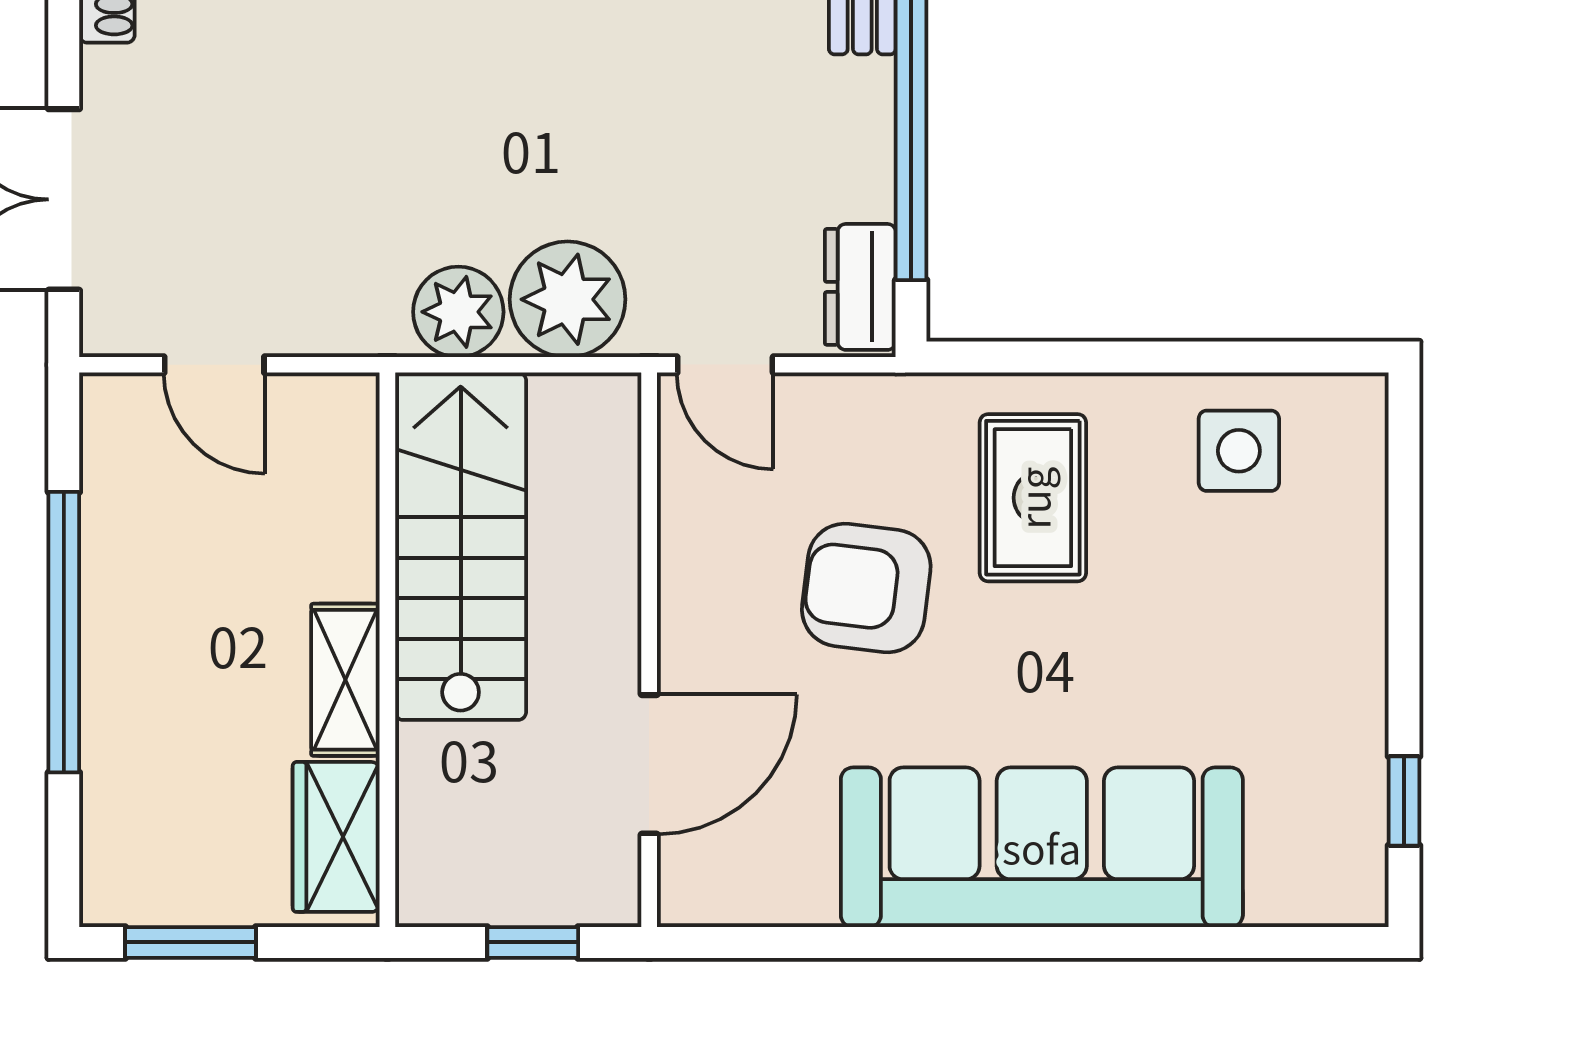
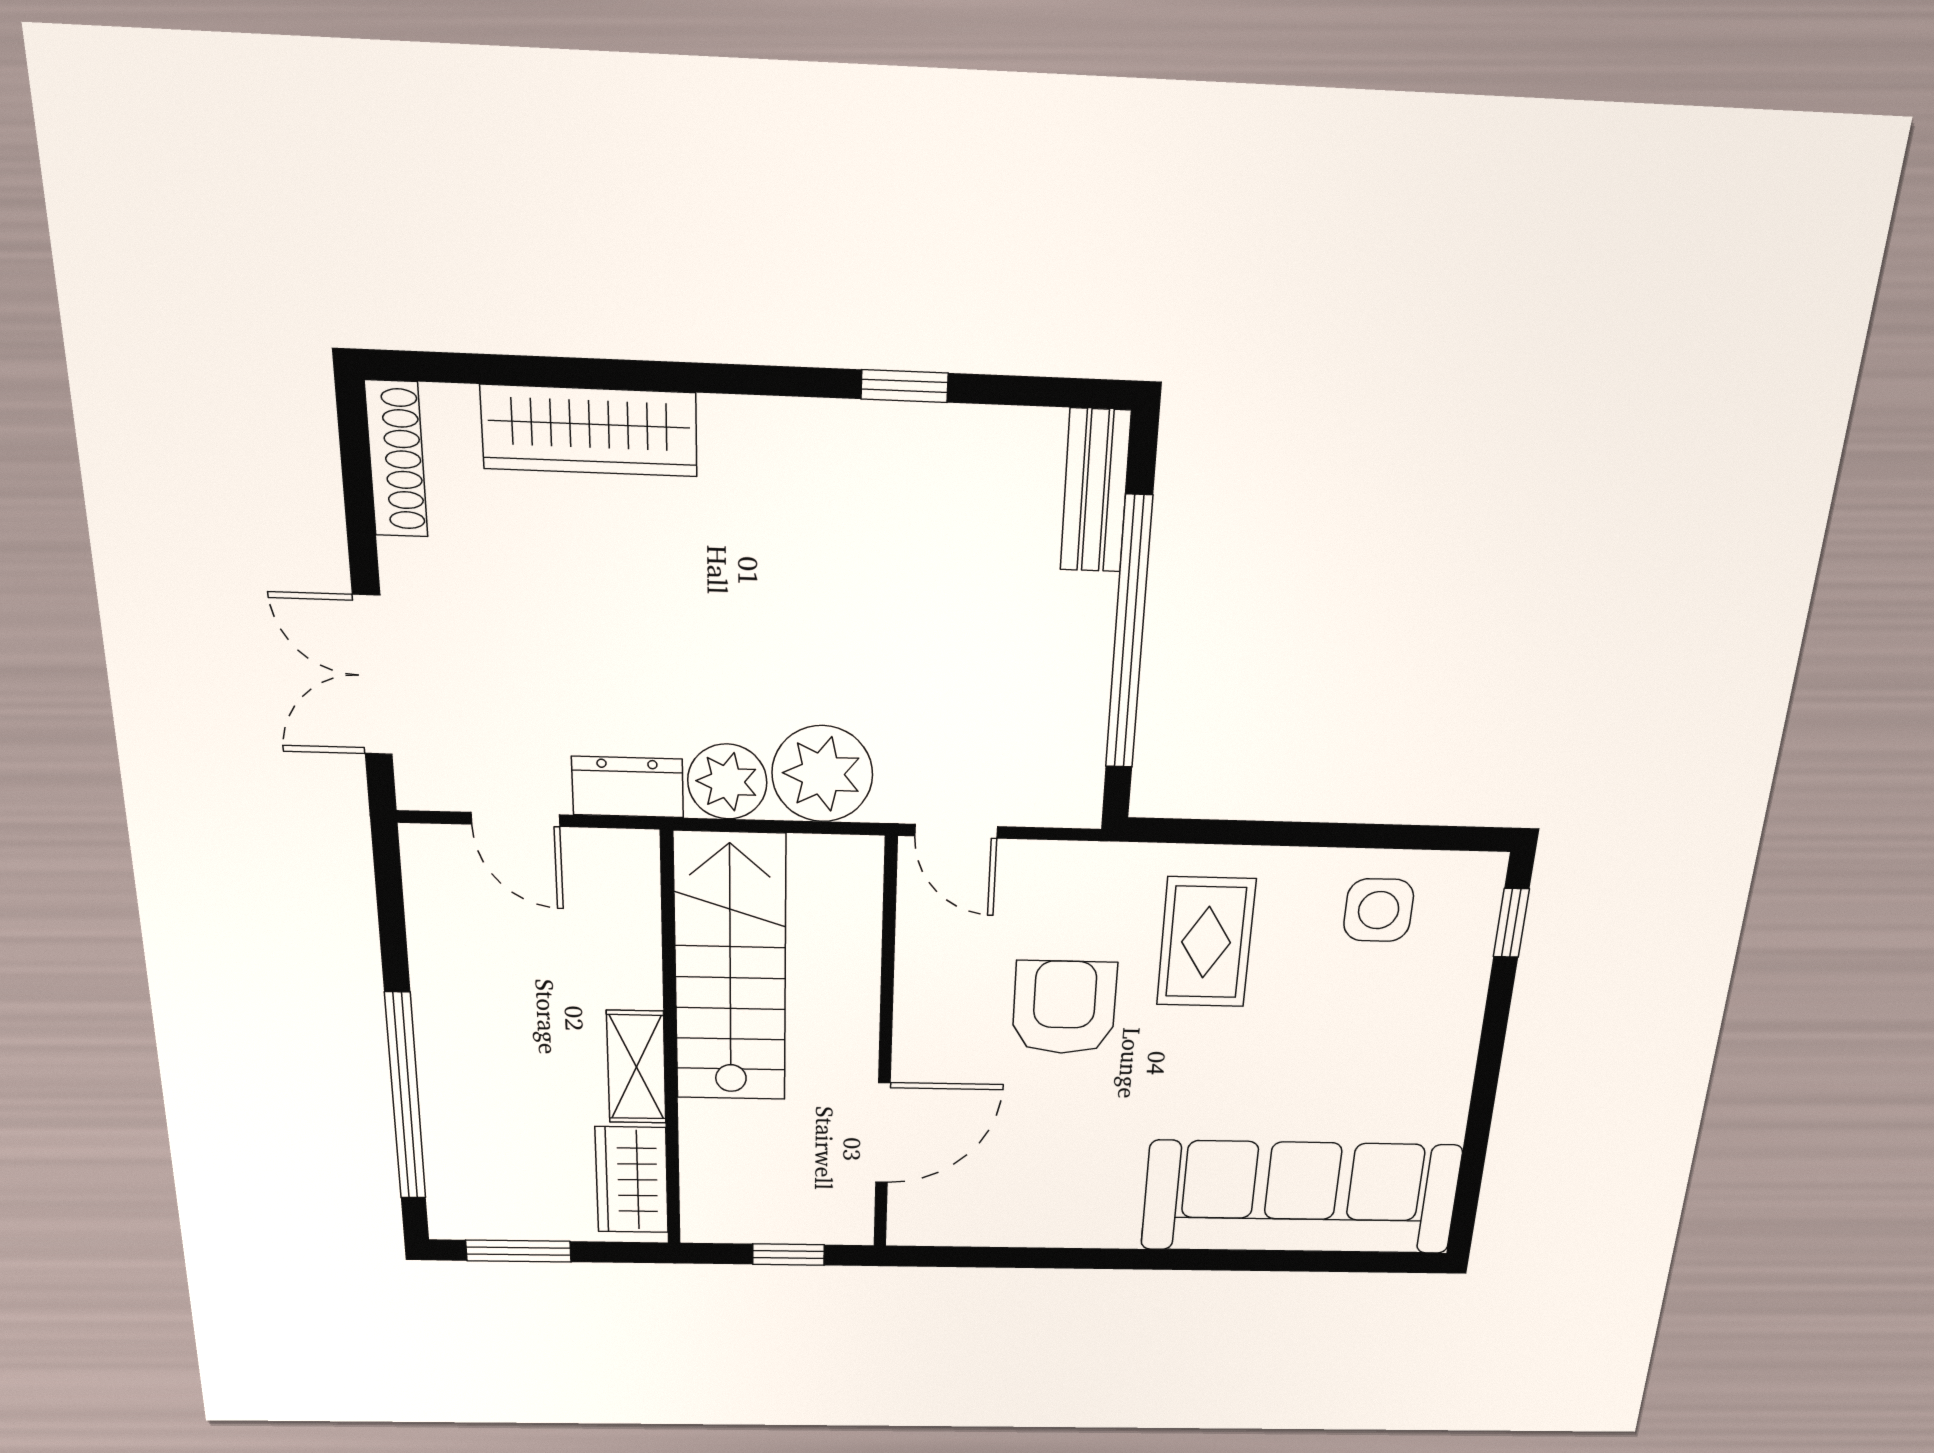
dresser: (860, 287) -> (628, 787), moved, turned 90
armchair: (866, 588) -> (1064, 1007), turned 83
window: (64, 632) -> (405, 1097), moved
window: (1404, 801) -> (1511, 923), moved
sofa: (1042, 847) -> (1301, 1197), moved

